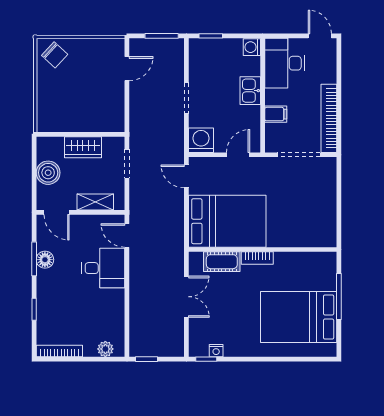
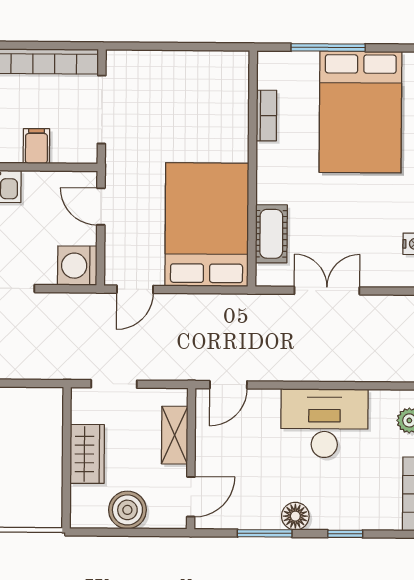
bookcase: (257, 258) -> (266, 116), moved
floor lamp: (45, 260) -> (295, 516), moved
desk: (103, 268) -> (324, 423), moved, width x1.37

